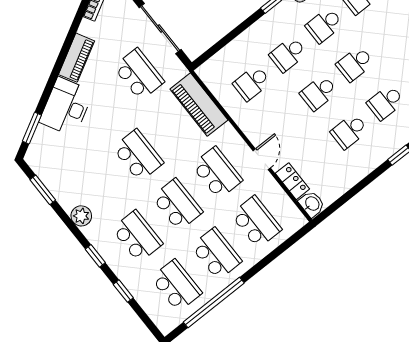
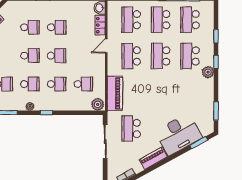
plant: (210, 71) -> (98, 104), added
desk: (66, 107) -> (179, 134), width x1.36, depth x1.30
school desk: (138, 155) -> (161, 92), removed
plant: (81, 216) -> (208, 72), moved

